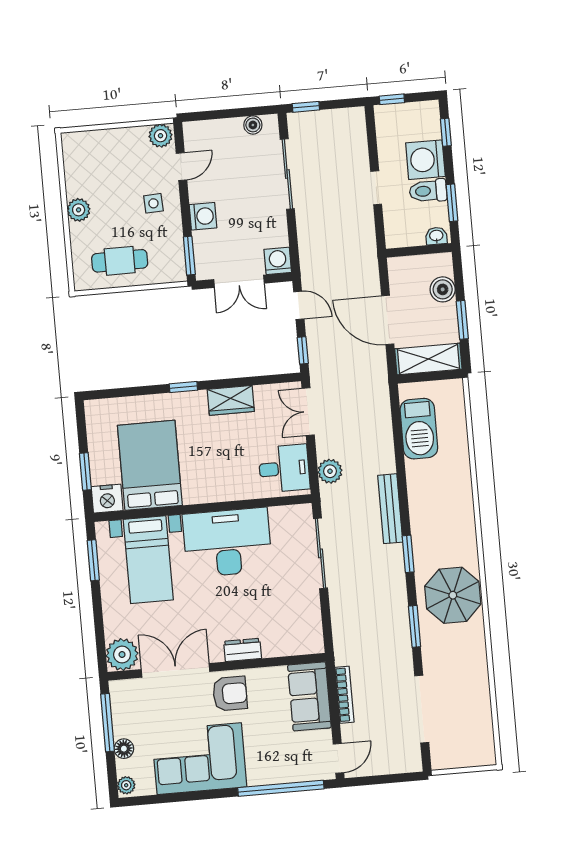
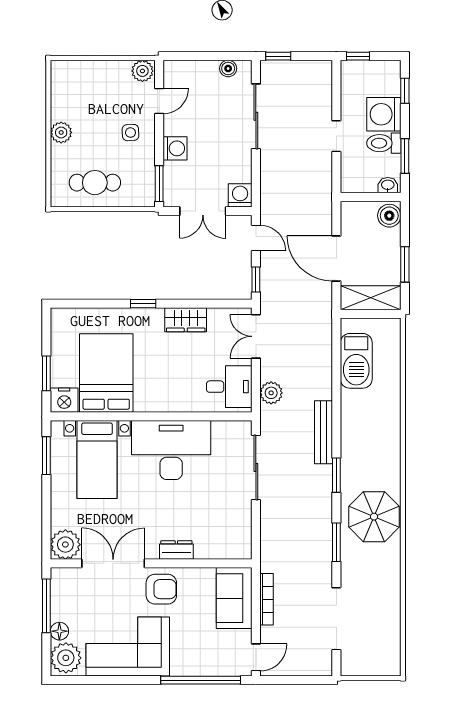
boiler: (443, 289) -> (389, 216), moved
plant: (126, 785) -> (66, 658), width x1.88, depth x1.88

